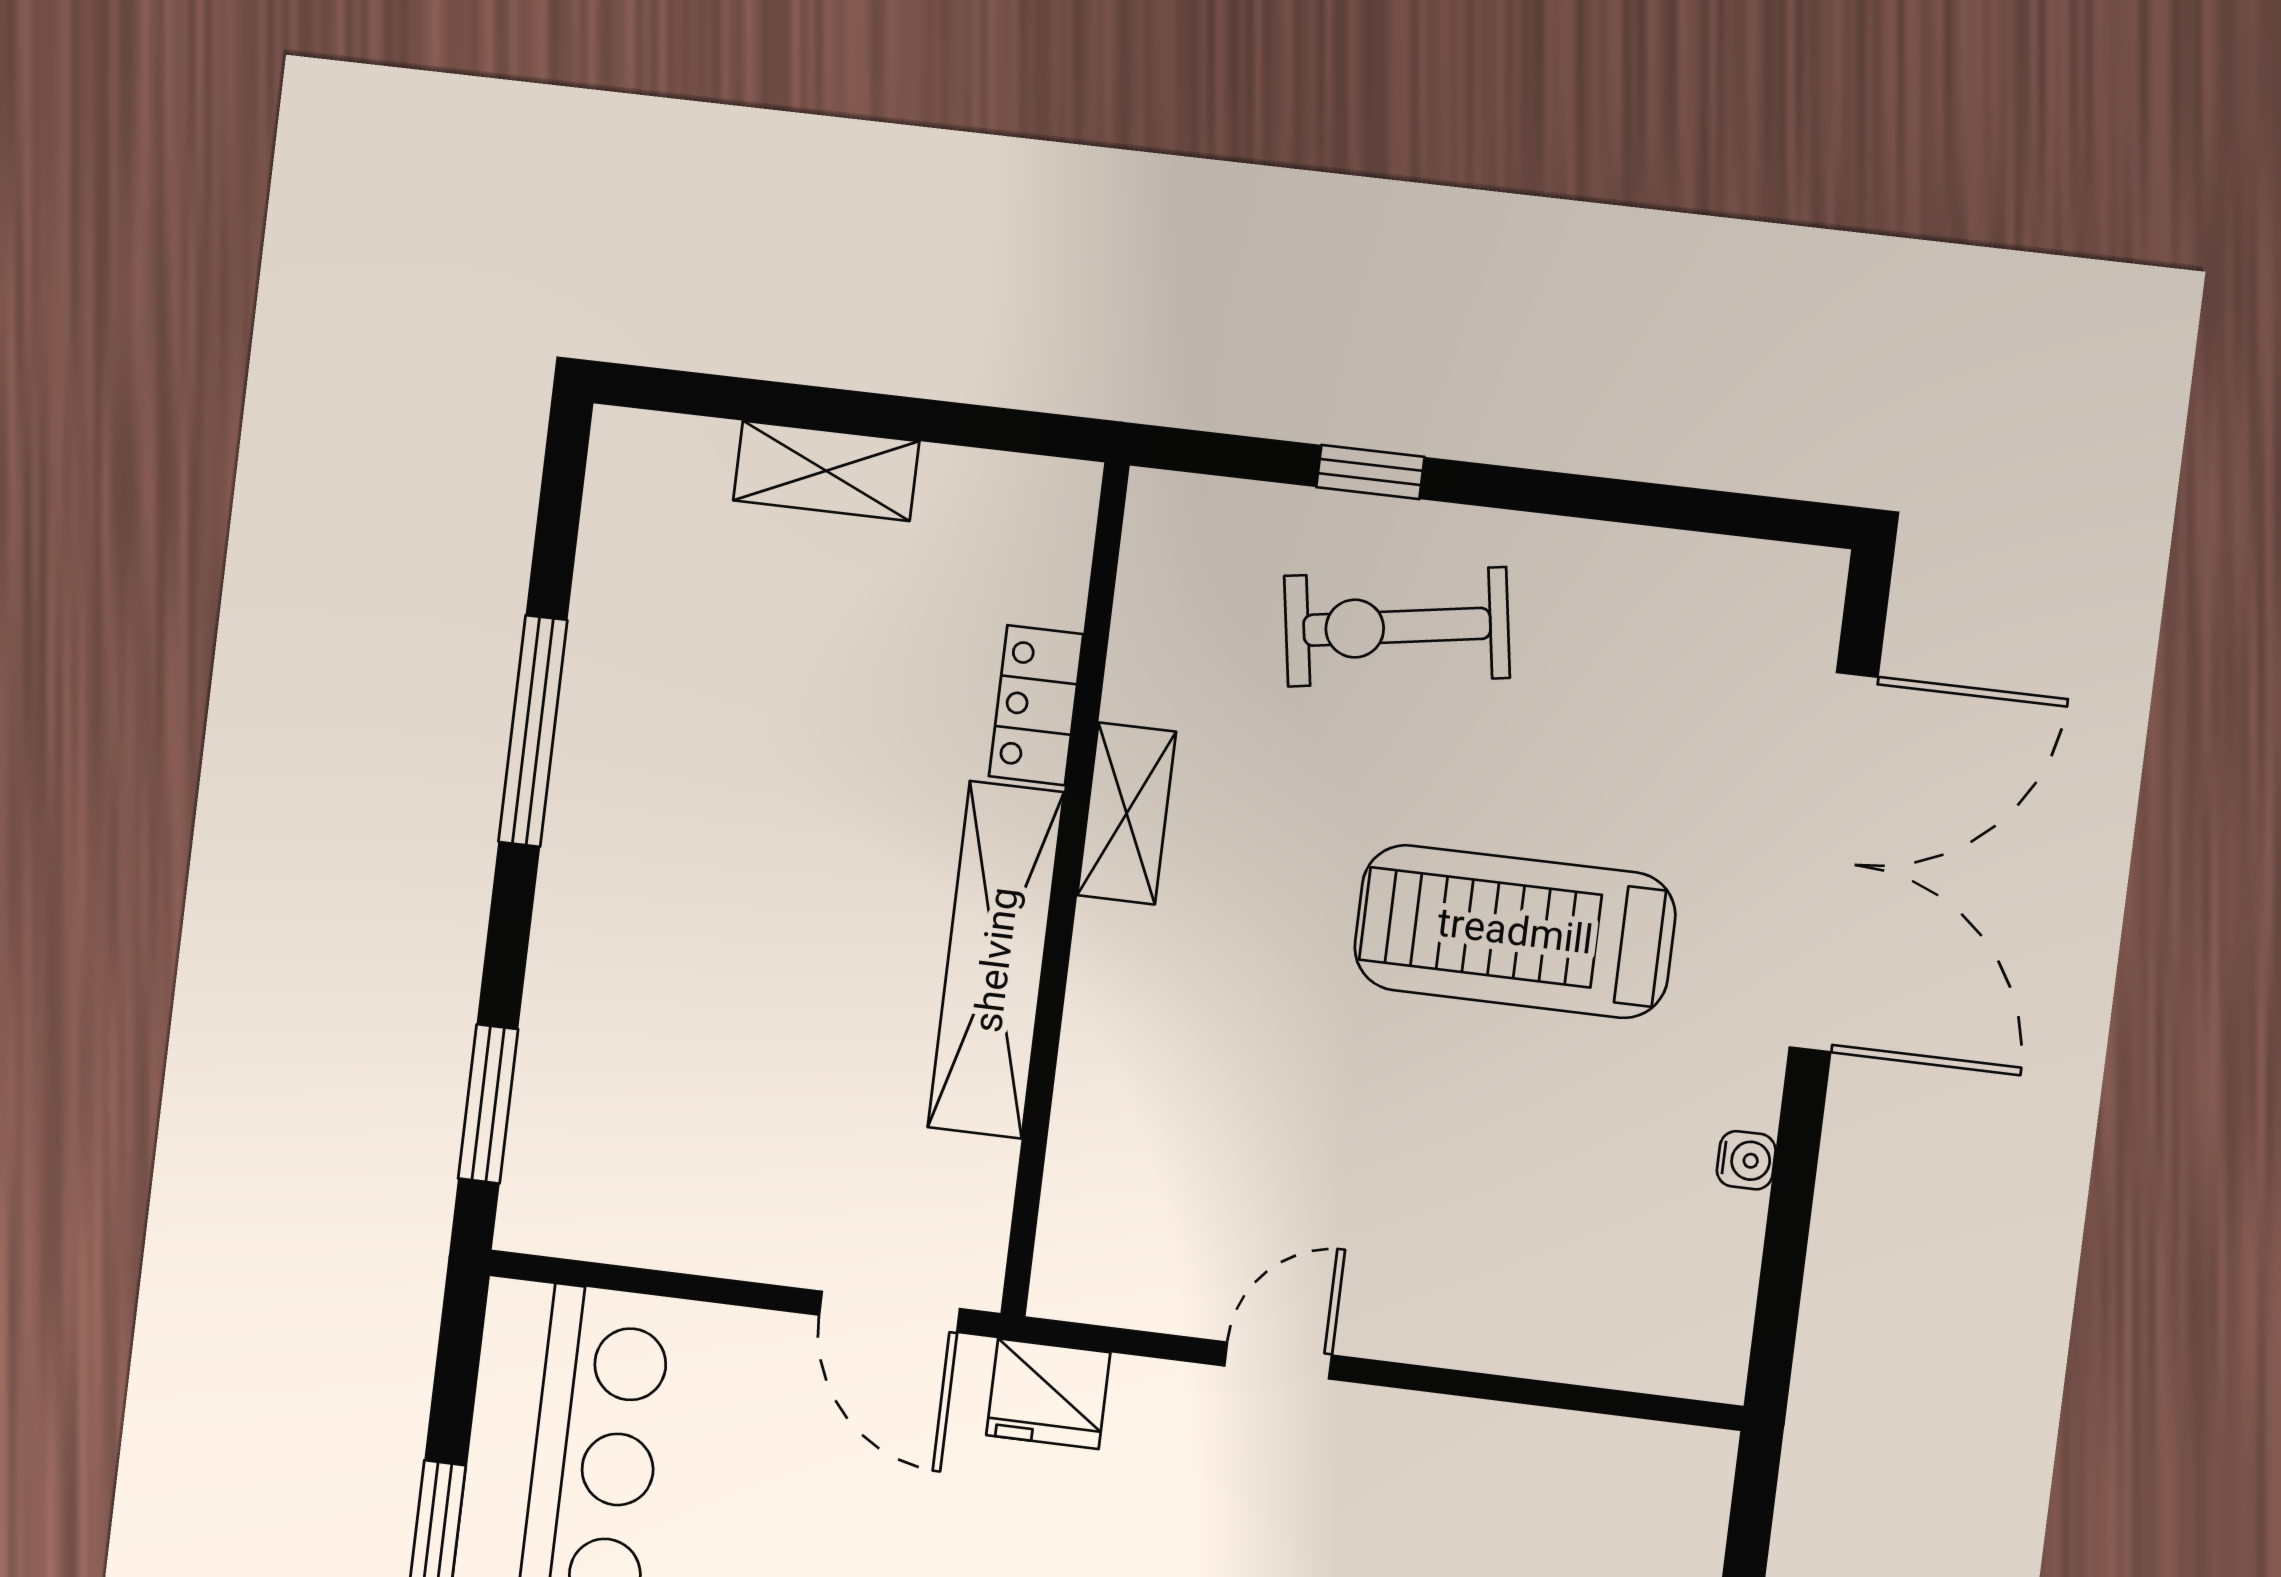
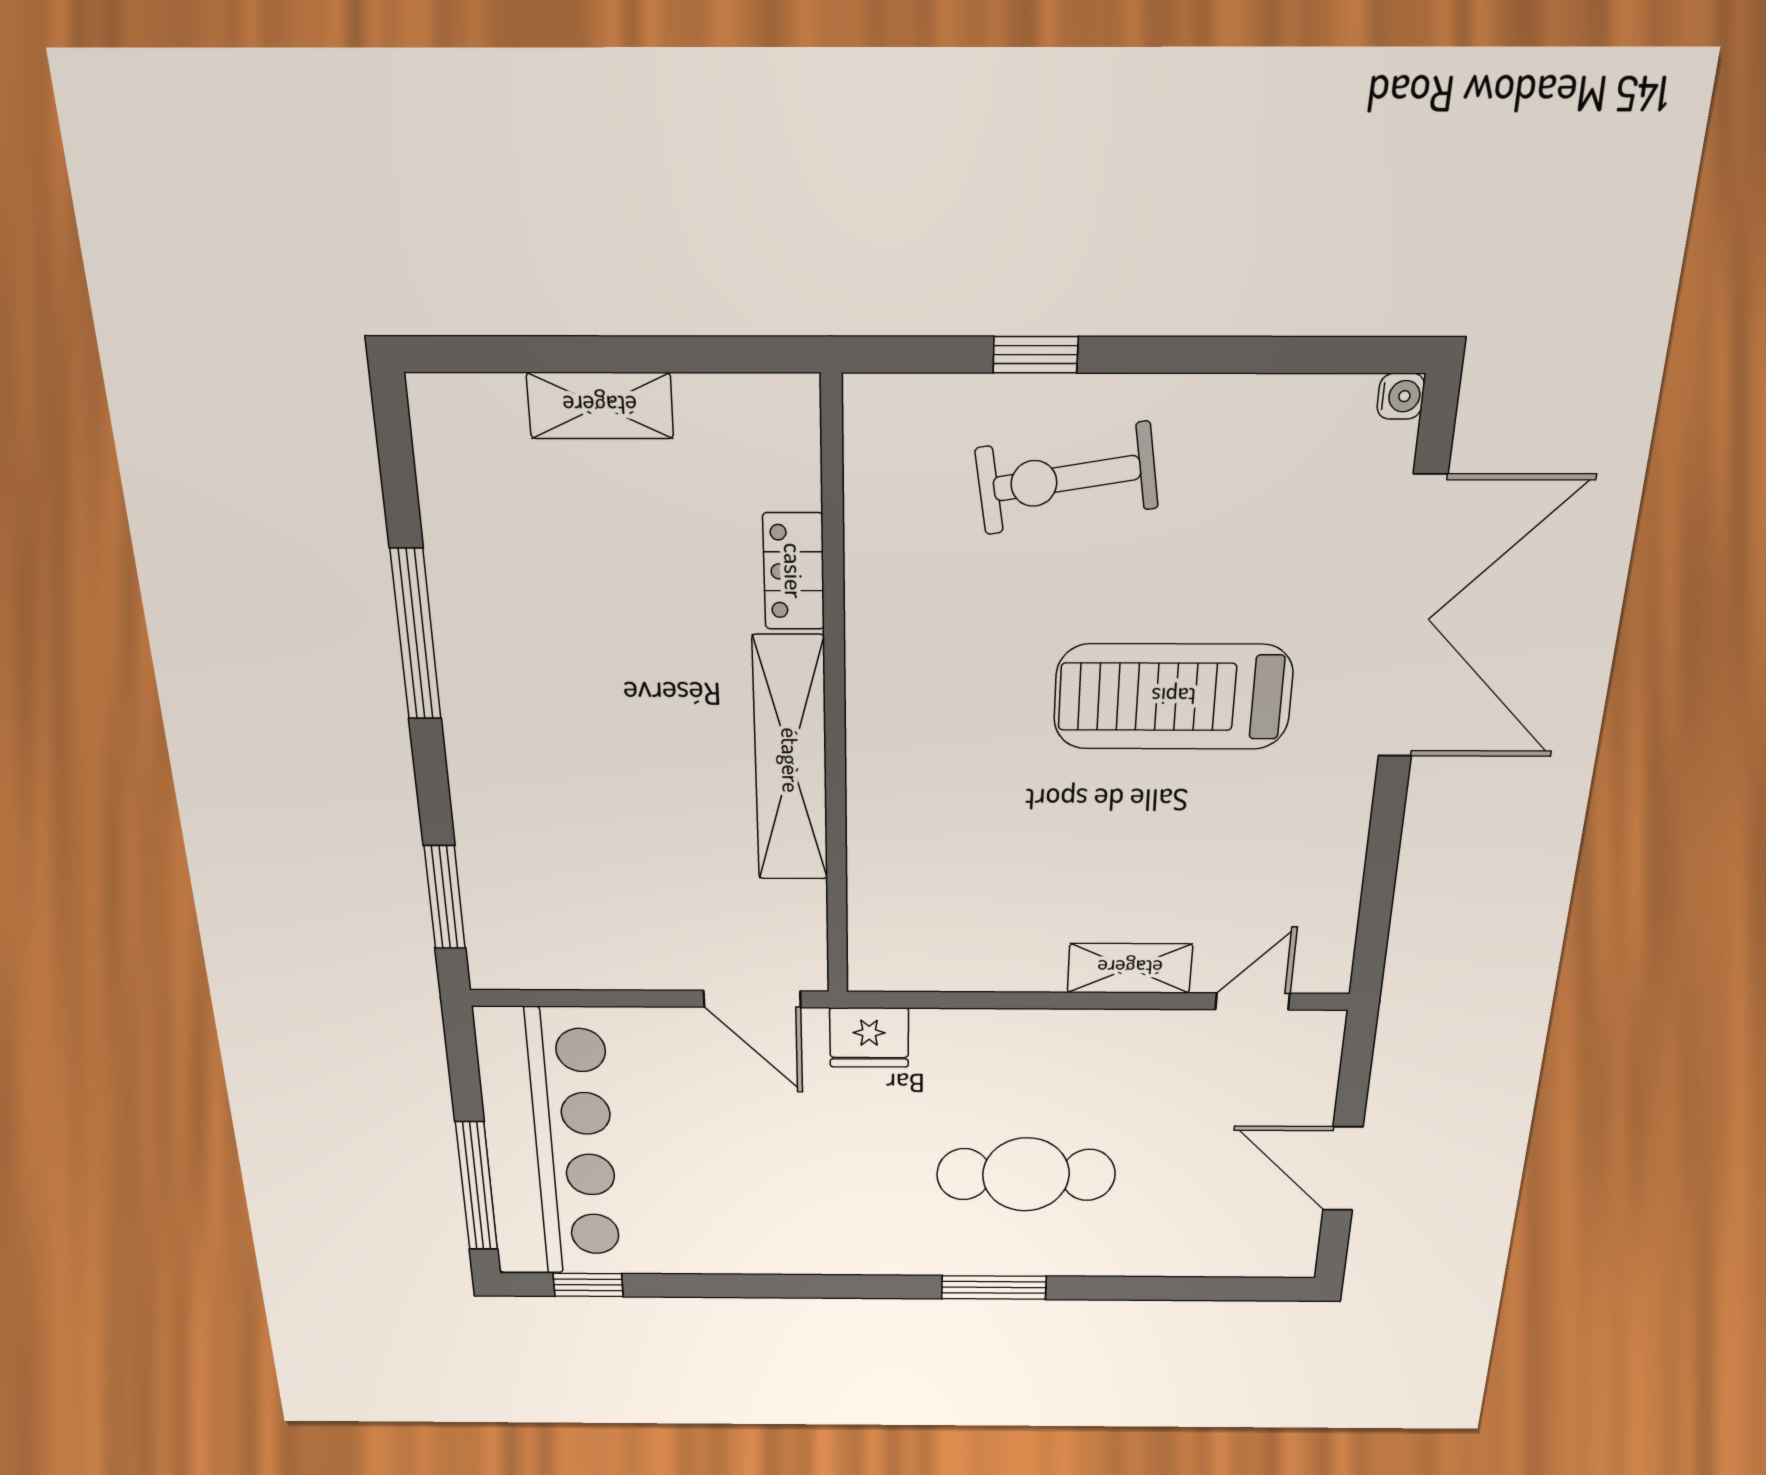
shelving: (1127, 813) -> (1130, 968), moved, turned 90
water cooler: (1746, 1160) -> (1401, 396), moved
door: (1278, 1361) -> (1253, 1001), moved

